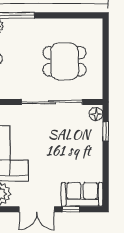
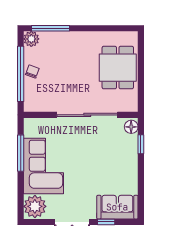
dining table: (64, 61) -> (118, 68), moved, turned 90

